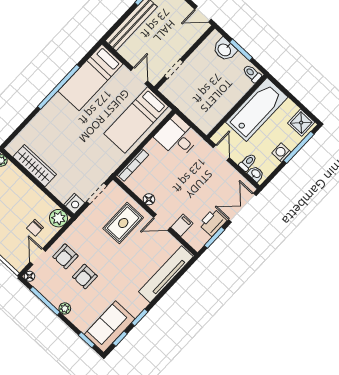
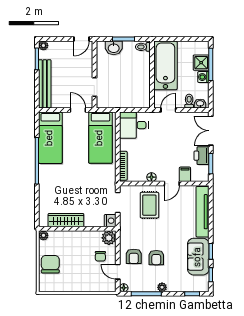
shower: (301, 123) -> (201, 63), moved
door: (221, 153) -> (168, 110), hinge flipped
sofa: (110, 327) -> (198, 257), moved

